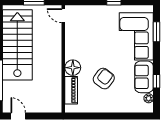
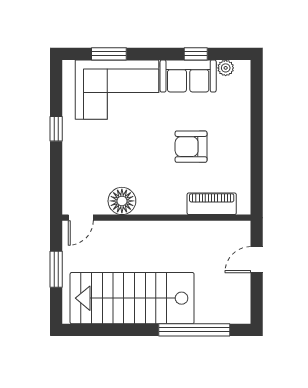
floor lamp: (73, 68) -> (122, 201), moved
armchair: (104, 79) -> (191, 147), turned -37
door: (18, 116) -> (257, 260), moved

